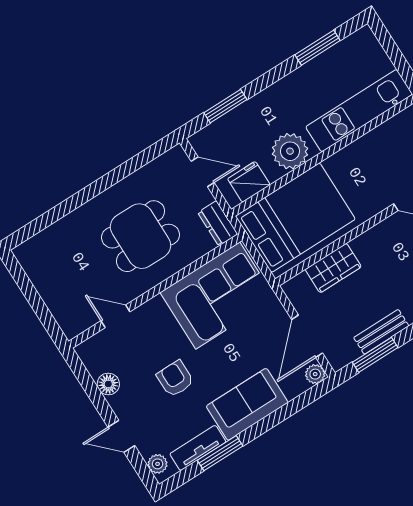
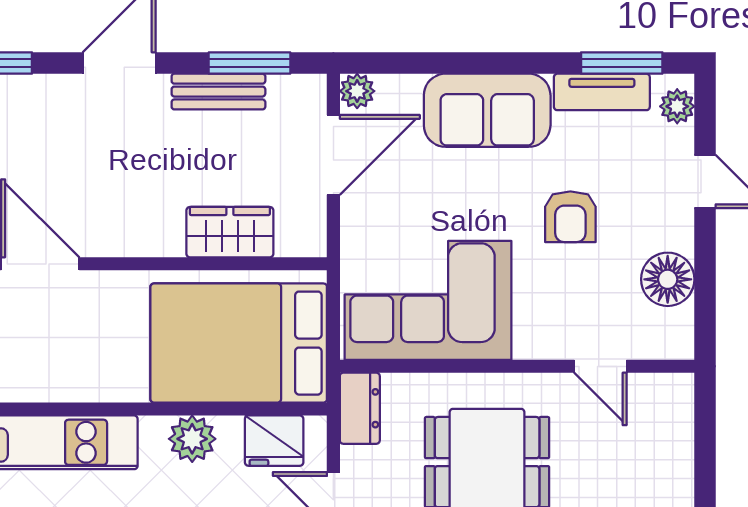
plant: (290, 151) -> (192, 439), width x0.73, depth x0.73
floor lamp: (108, 384) -> (668, 279), width x1.38, depth x1.38
window: (220, 453) -> (622, 63), moved

